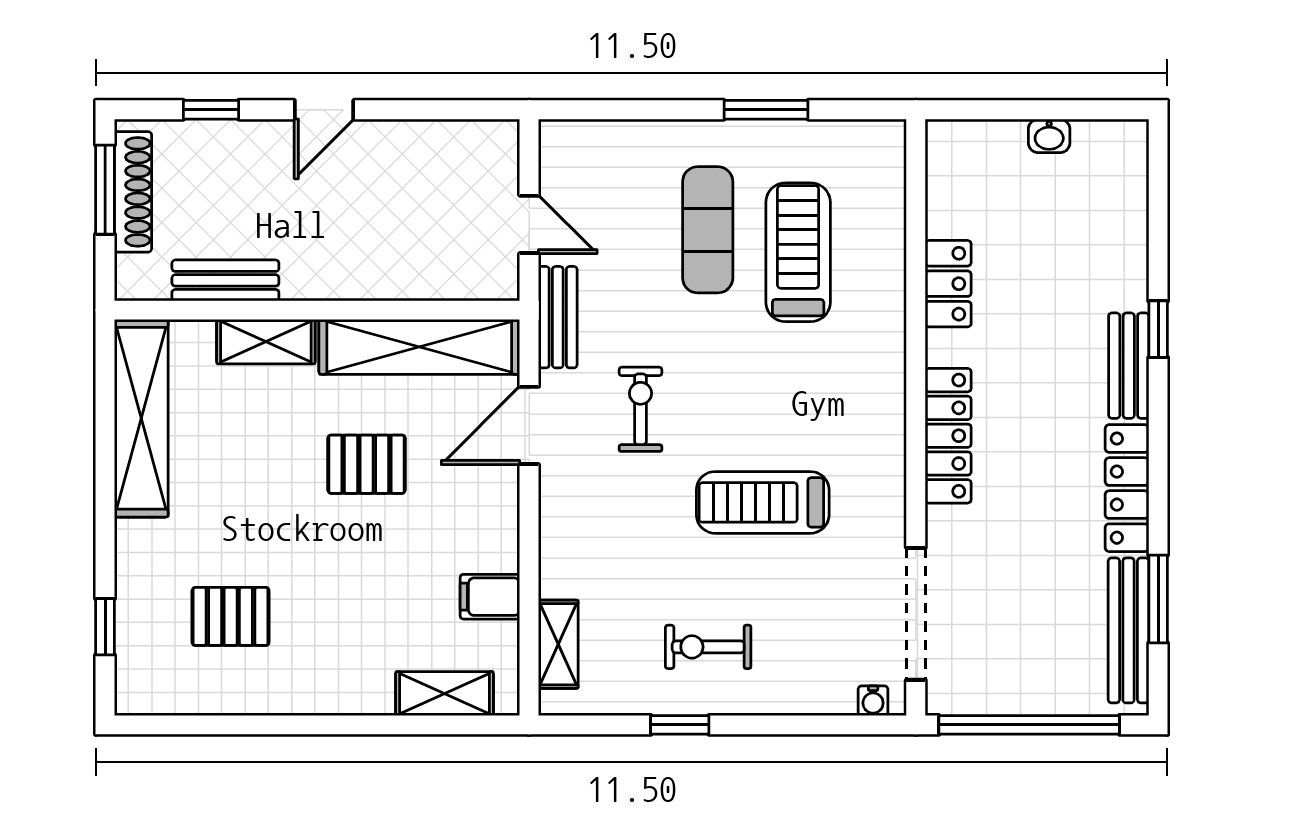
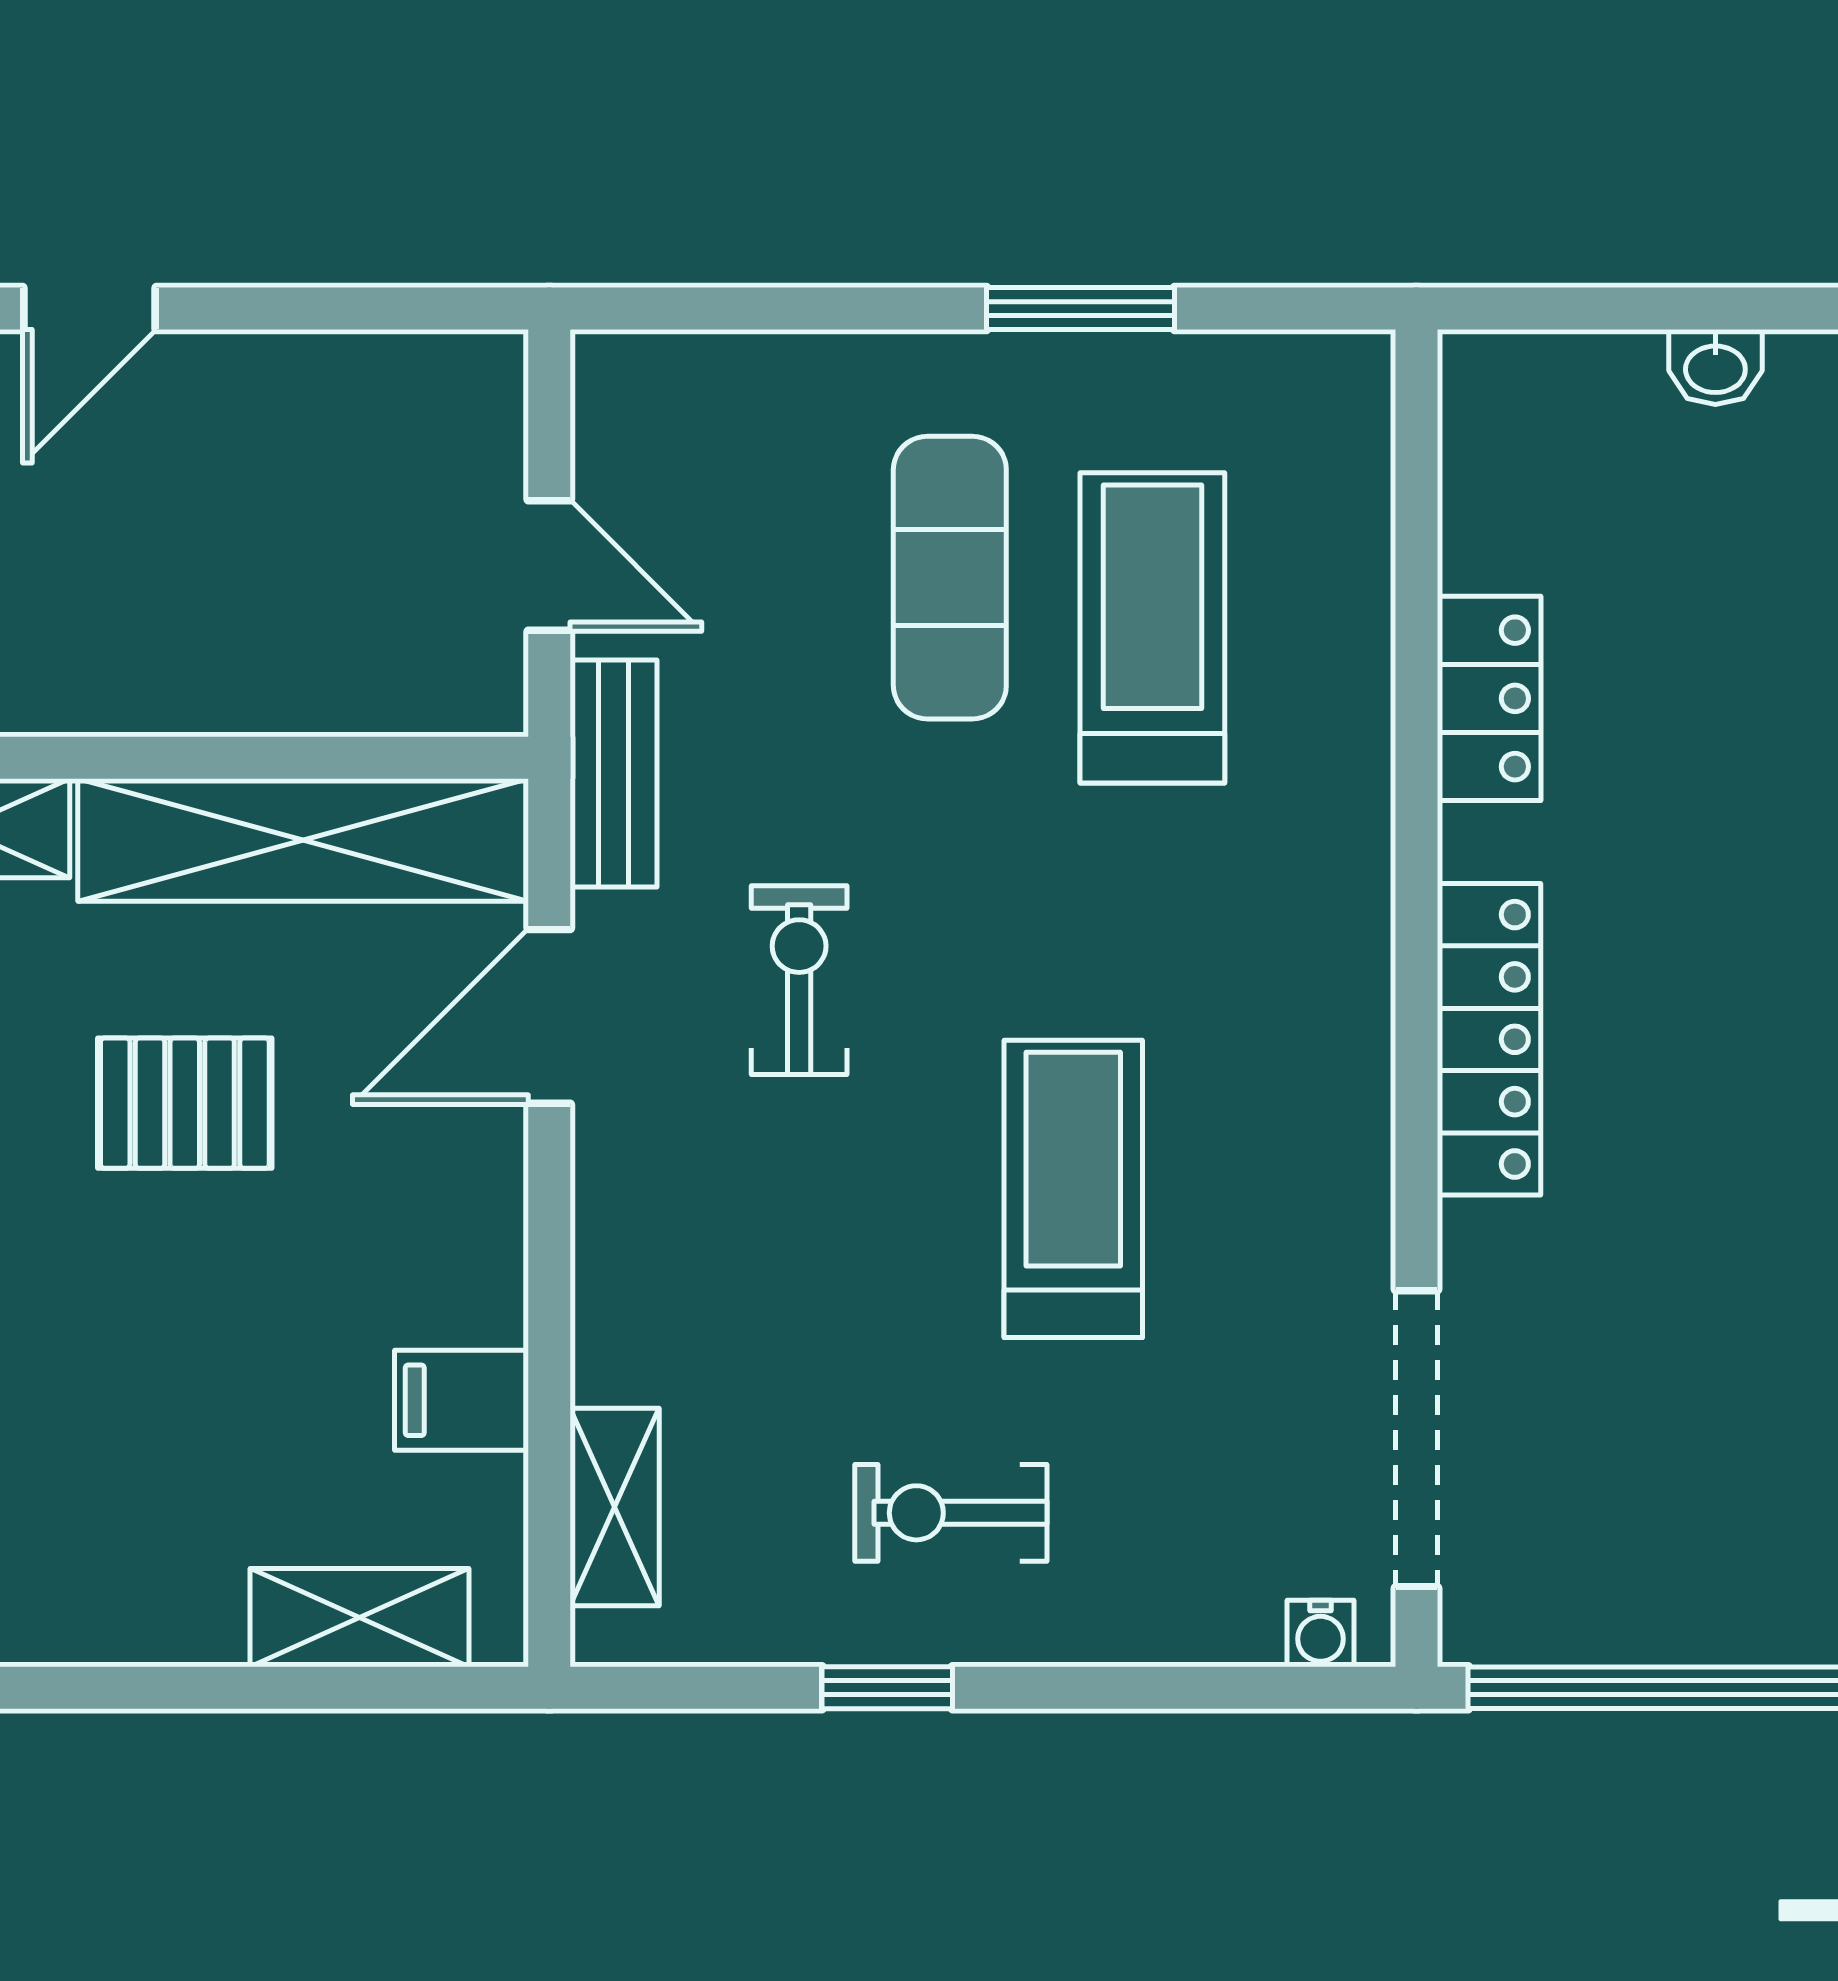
treadmill: (763, 502) -> (1073, 1189), turned 90

